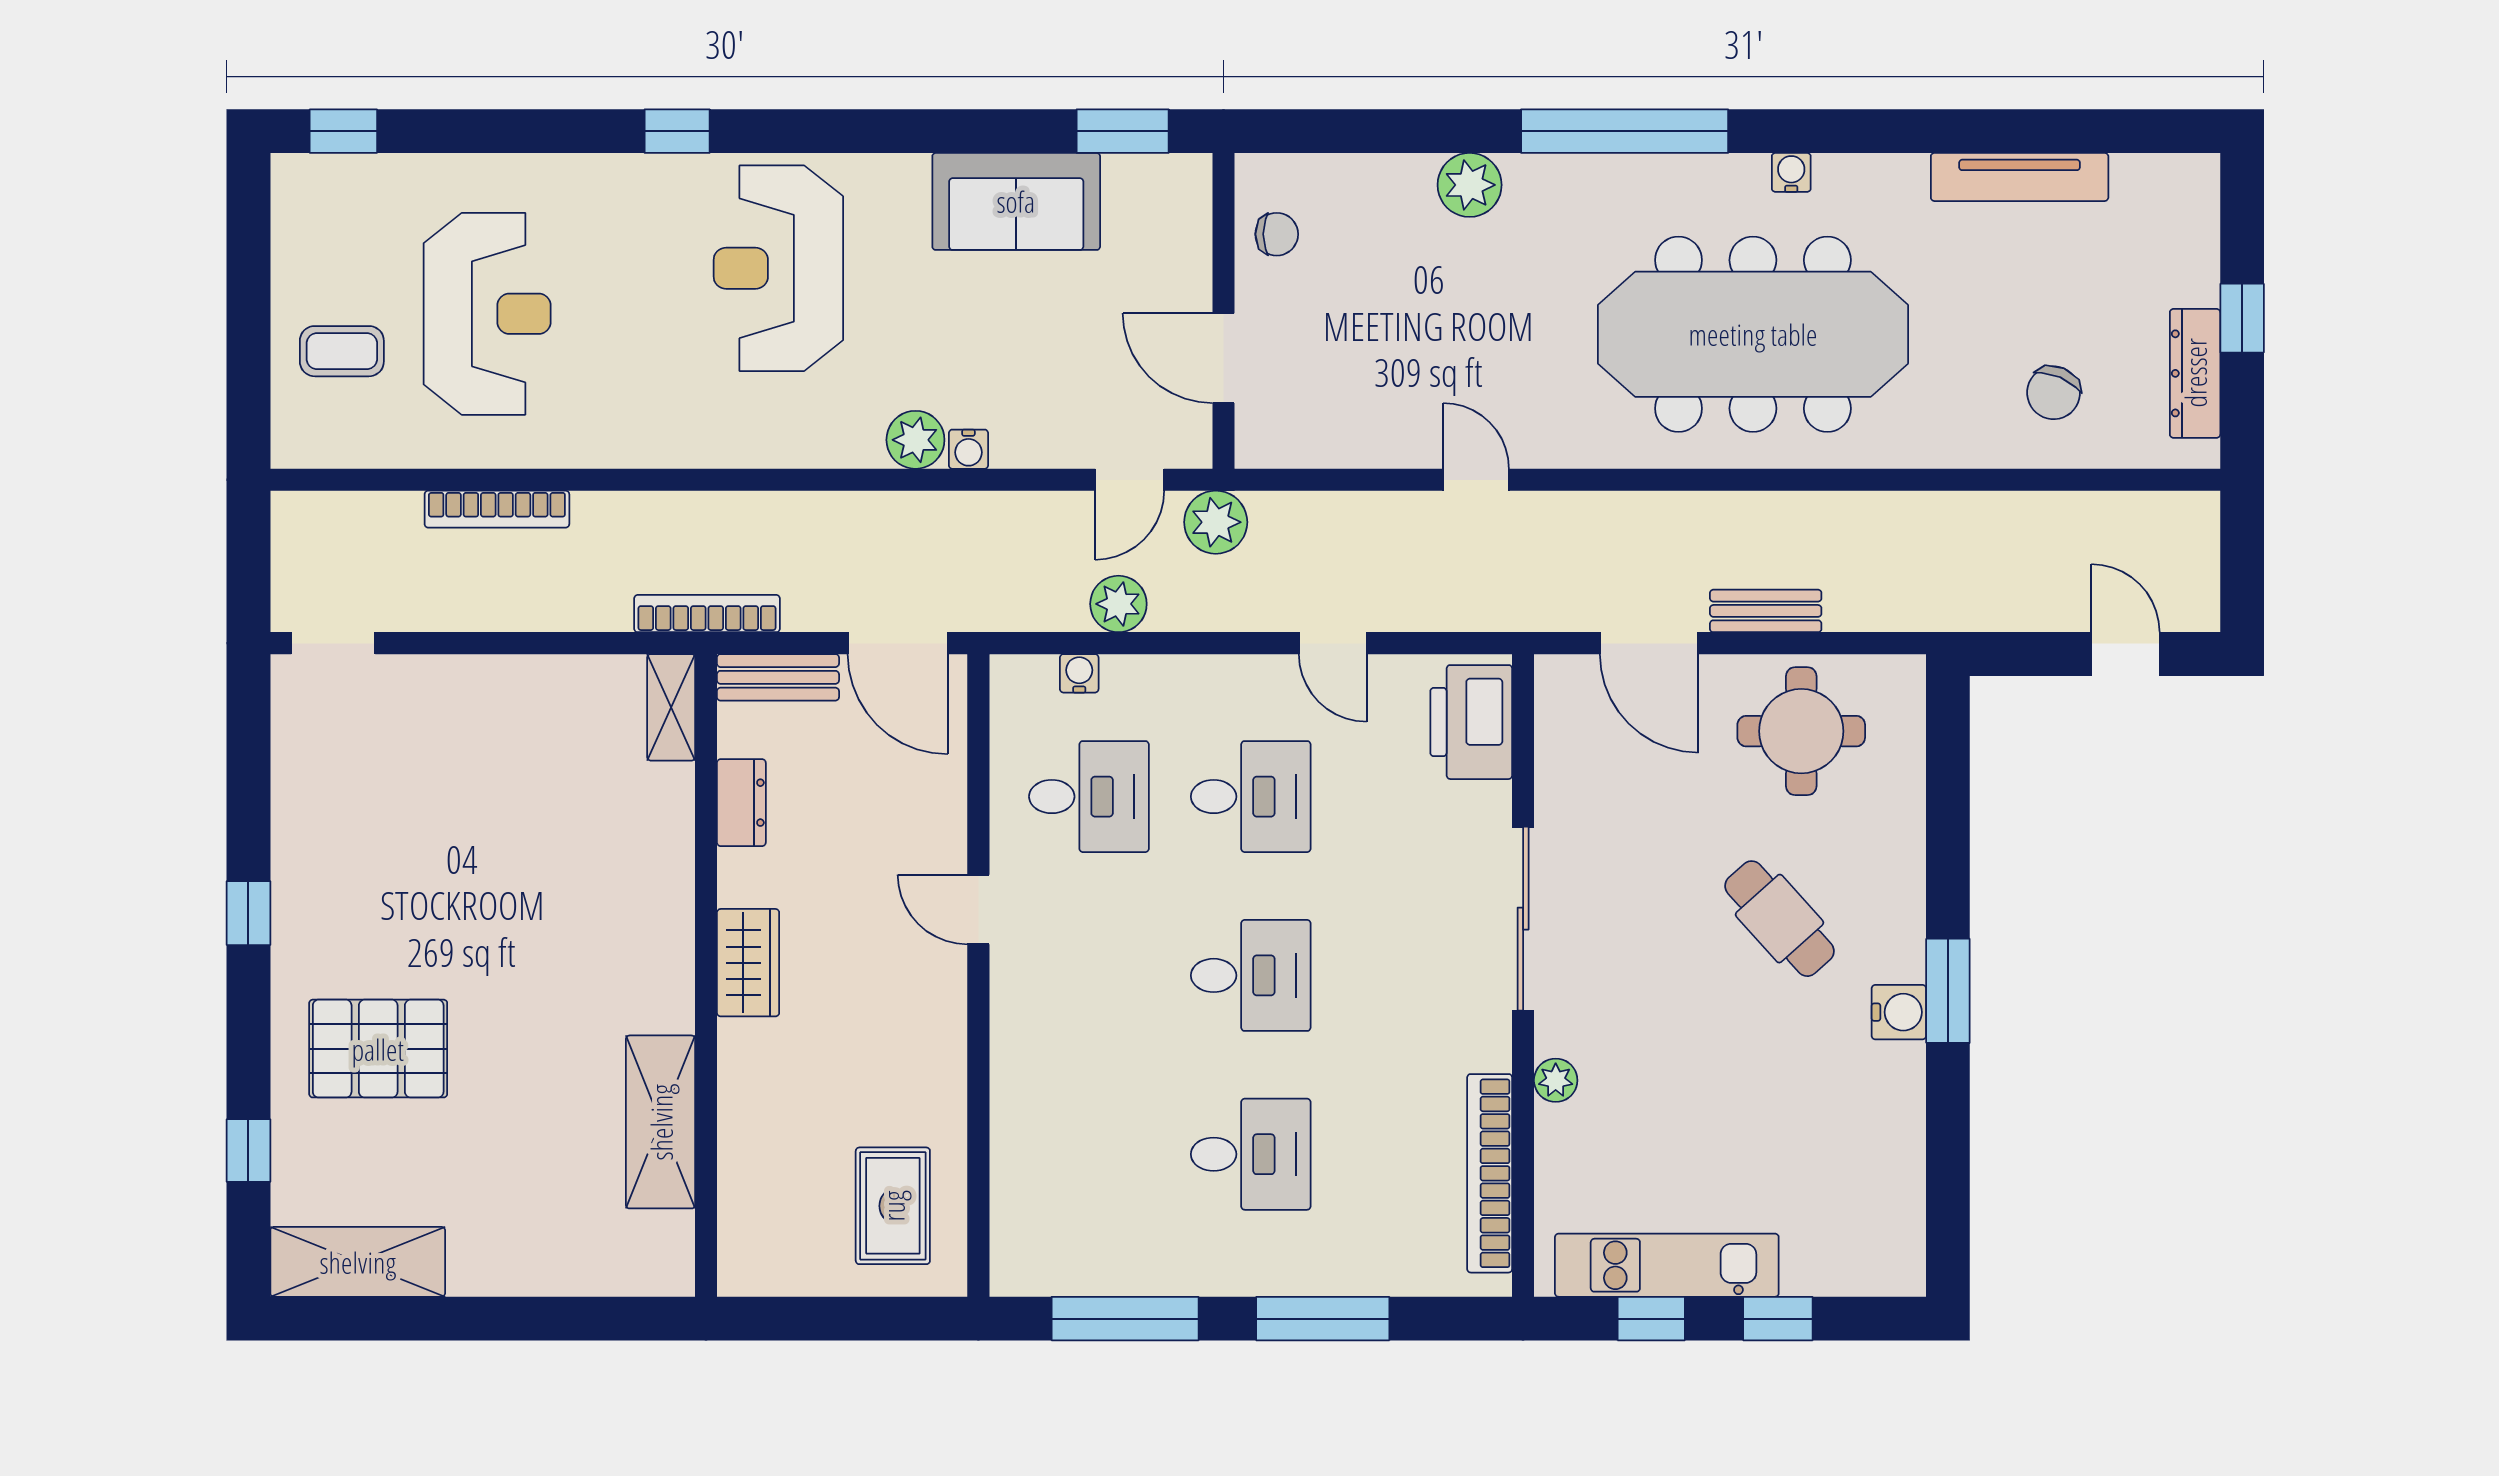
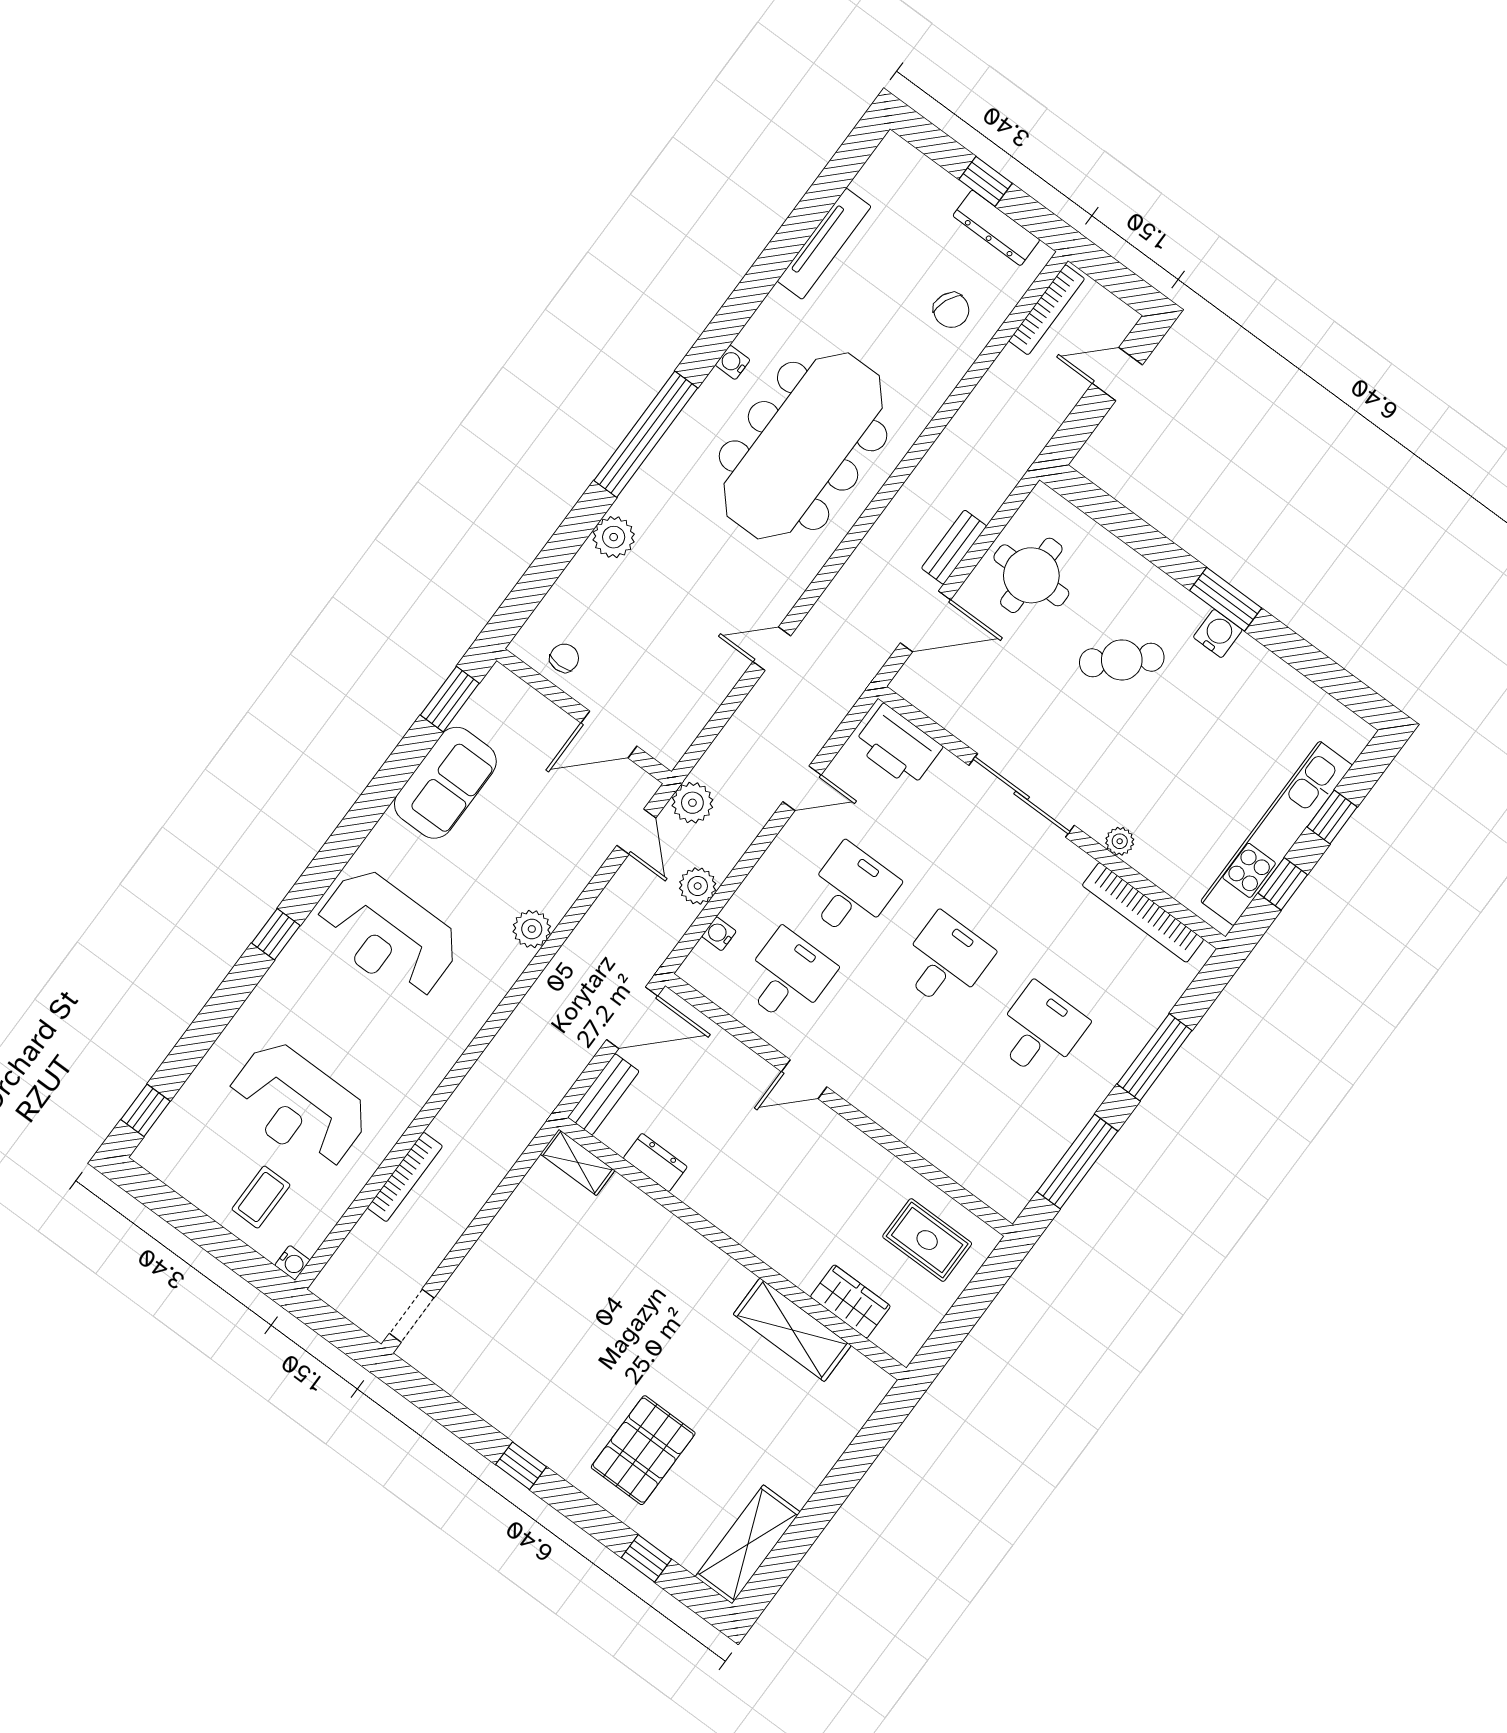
reception desk: (487, 314) -> (298, 1106), turned 180
water cooler: (968, 449) -> (292, 1263), moved
bookcase: (707, 614) -> (1047, 310), moved, turned 180
wardrobe: (748, 963) -> (850, 1301), moved
kitchen unit: (1667, 1265) -> (1277, 833), width x1.36

